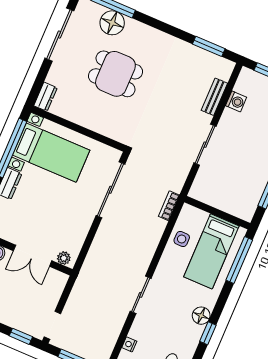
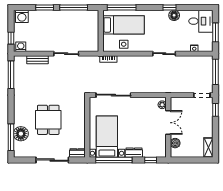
sliding door: (59, 35) -> (52, 160), moved
window: (209, 46) -> (11, 75), width x1.44
washing machine: (236, 101) -> (21, 47), moved
floor lamp: (201, 316) -> (174, 15), moved

